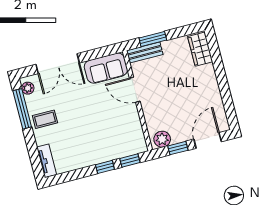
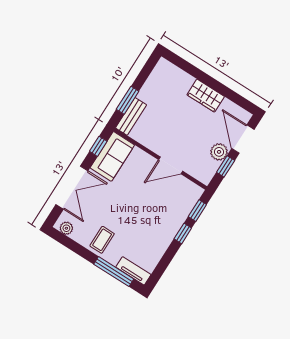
wardrobe: (200, 49) -> (206, 96), moved
window: (103, 52) -> (98, 146), added
door: (135, 90) -> (171, 165), moved
window: (22, 109) -> (114, 272), moved
plant: (162, 139) -> (219, 152), moved

